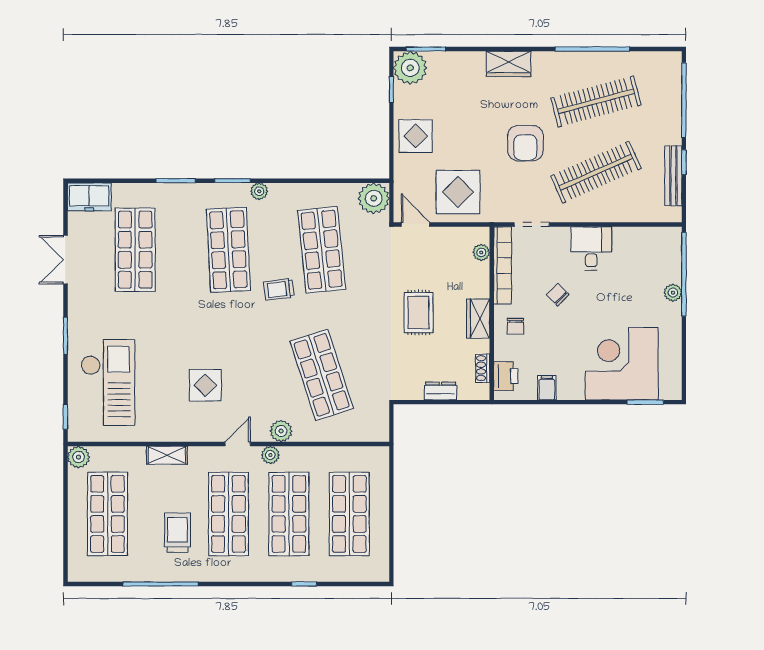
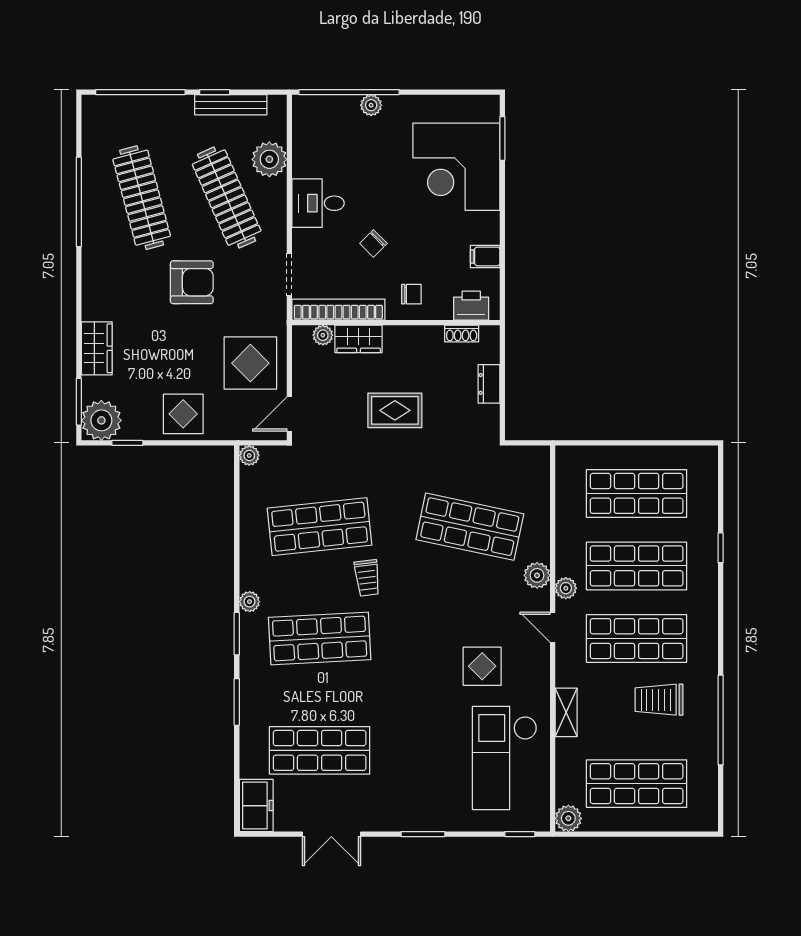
wardrobe: (509, 64) -> (97, 348), moved
plant: (374, 198) -> (249, 455), width x0.53, depth x0.53
plant: (628, 208) -> (269, 159), added
wardrobe: (478, 319) -> (359, 339), moved
shop shelf: (322, 375) -> (470, 527), turned 30
checkout: (108, 382) -> (505, 758), moved, turned -90

